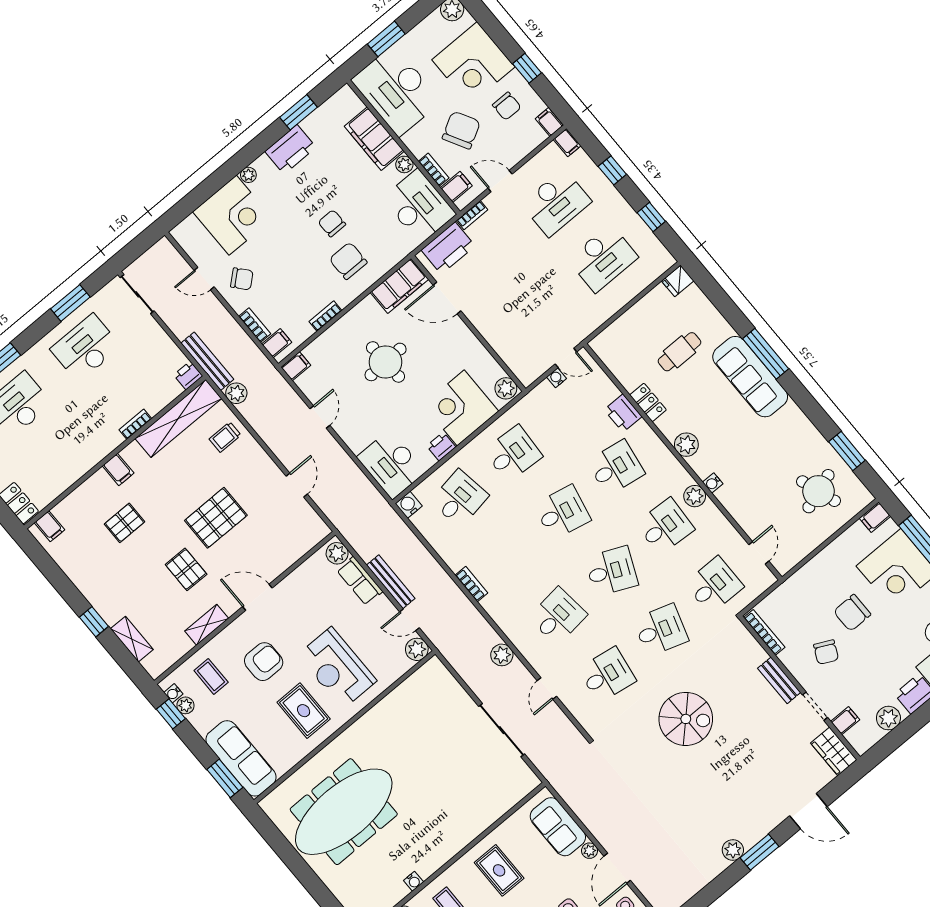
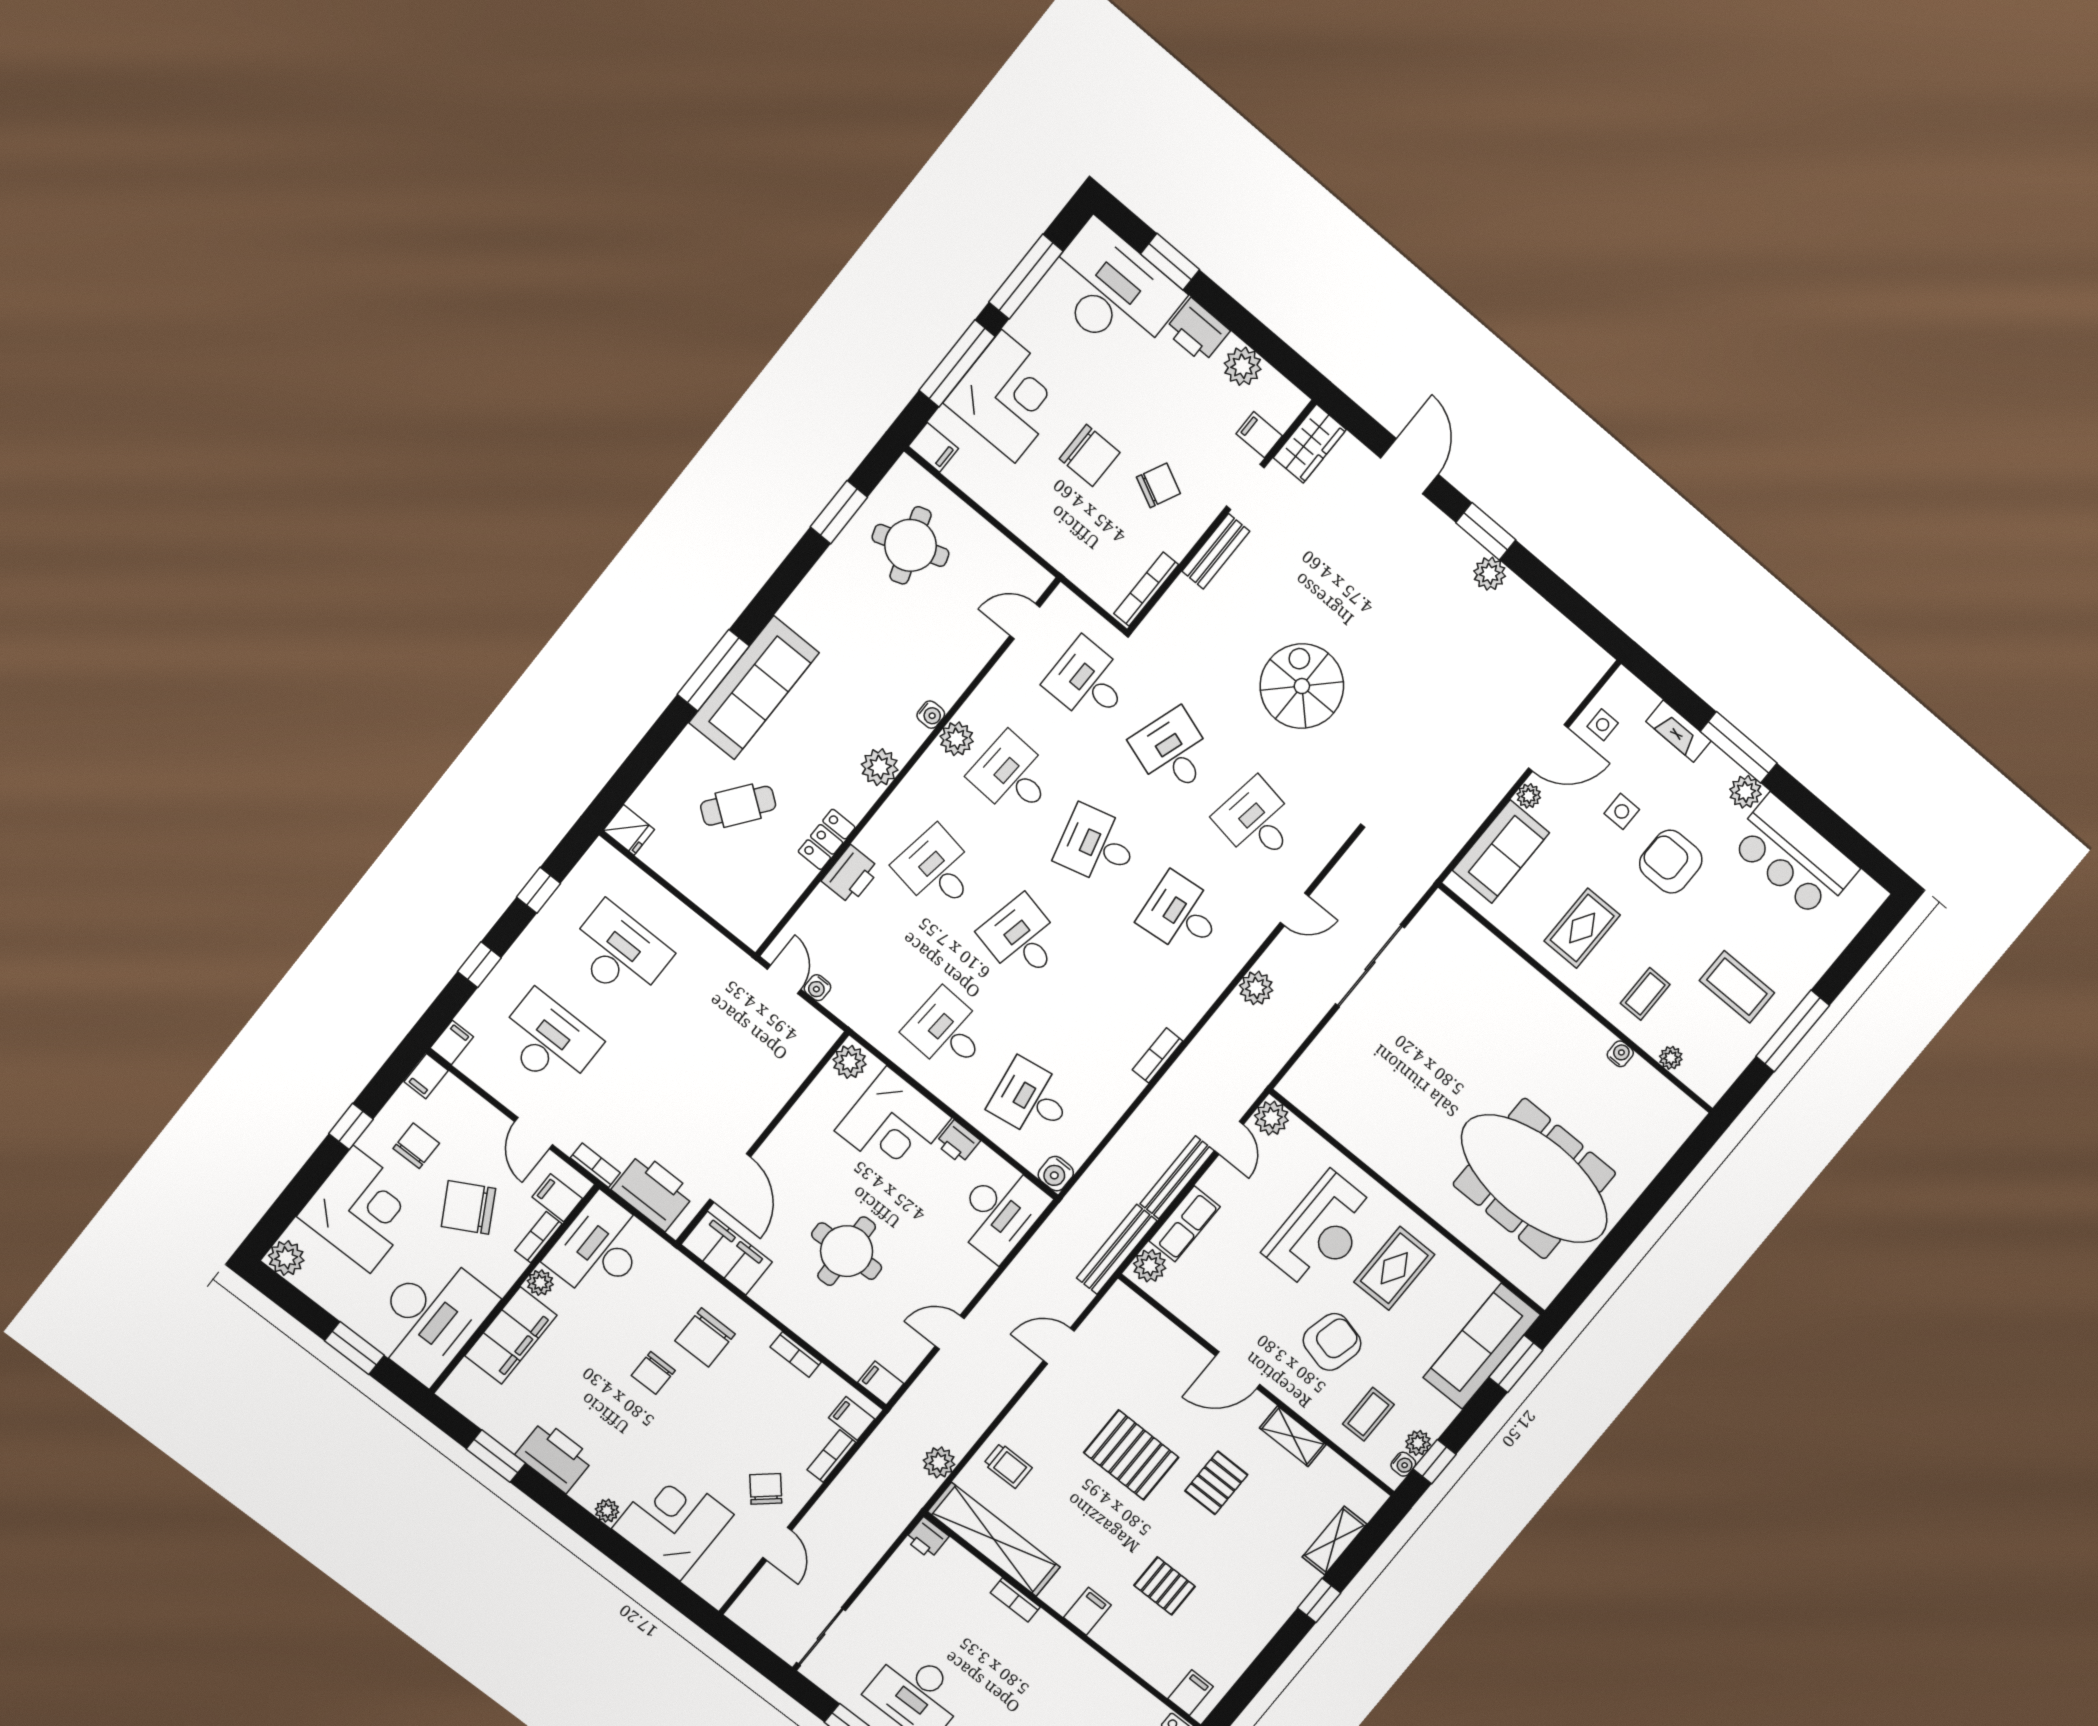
cafe table: (679, 352) -> (738, 806), turned -53
bench: (207, 361) -> (1117, 1249), moved
desk: (611, 571) -> (1097, 845), turned -39
door: (257, 597) -> (1238, 1370), hinge flipped
armchair: (264, 662) -> (1332, 1342), turned 104

